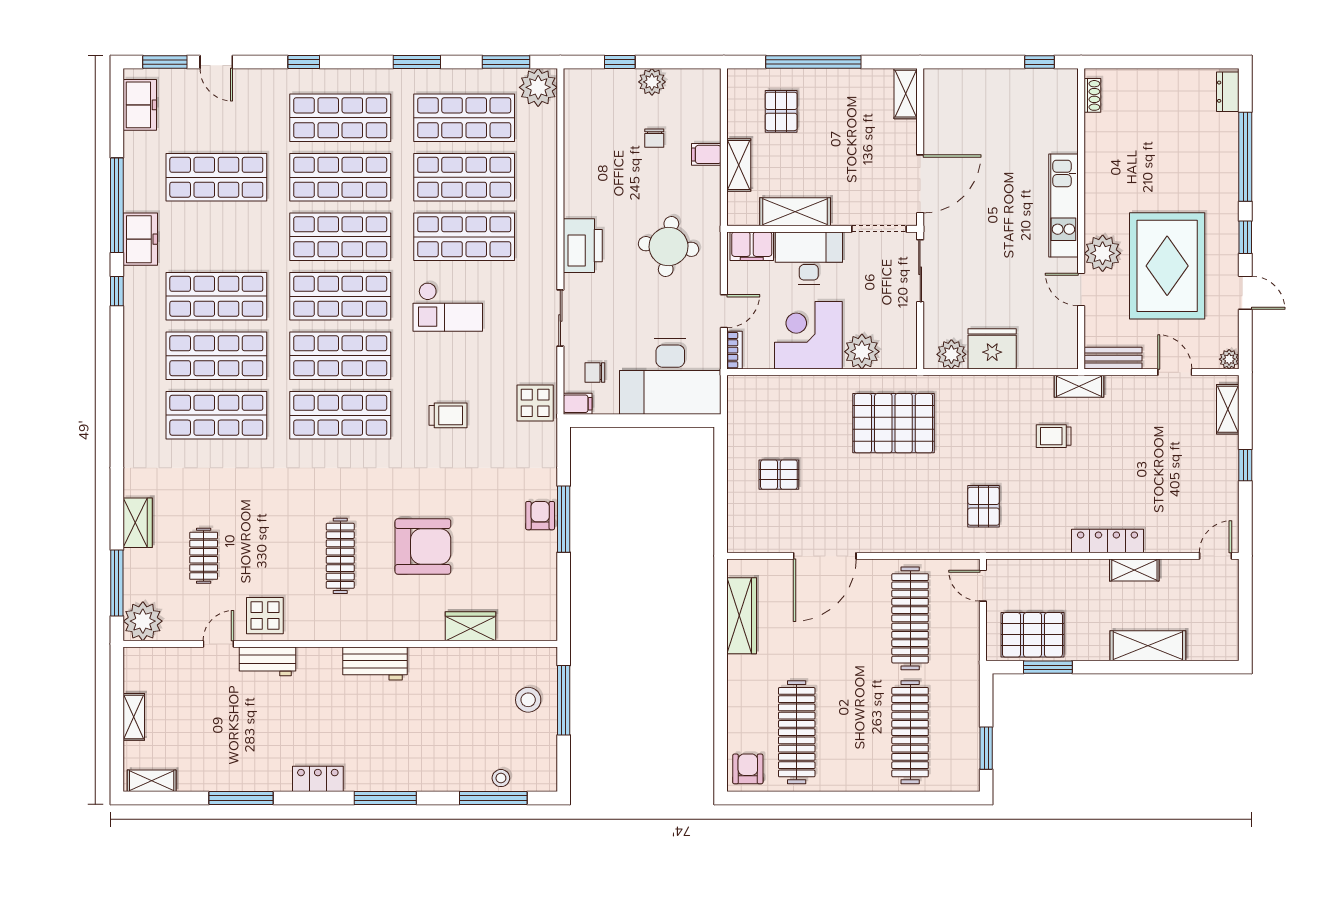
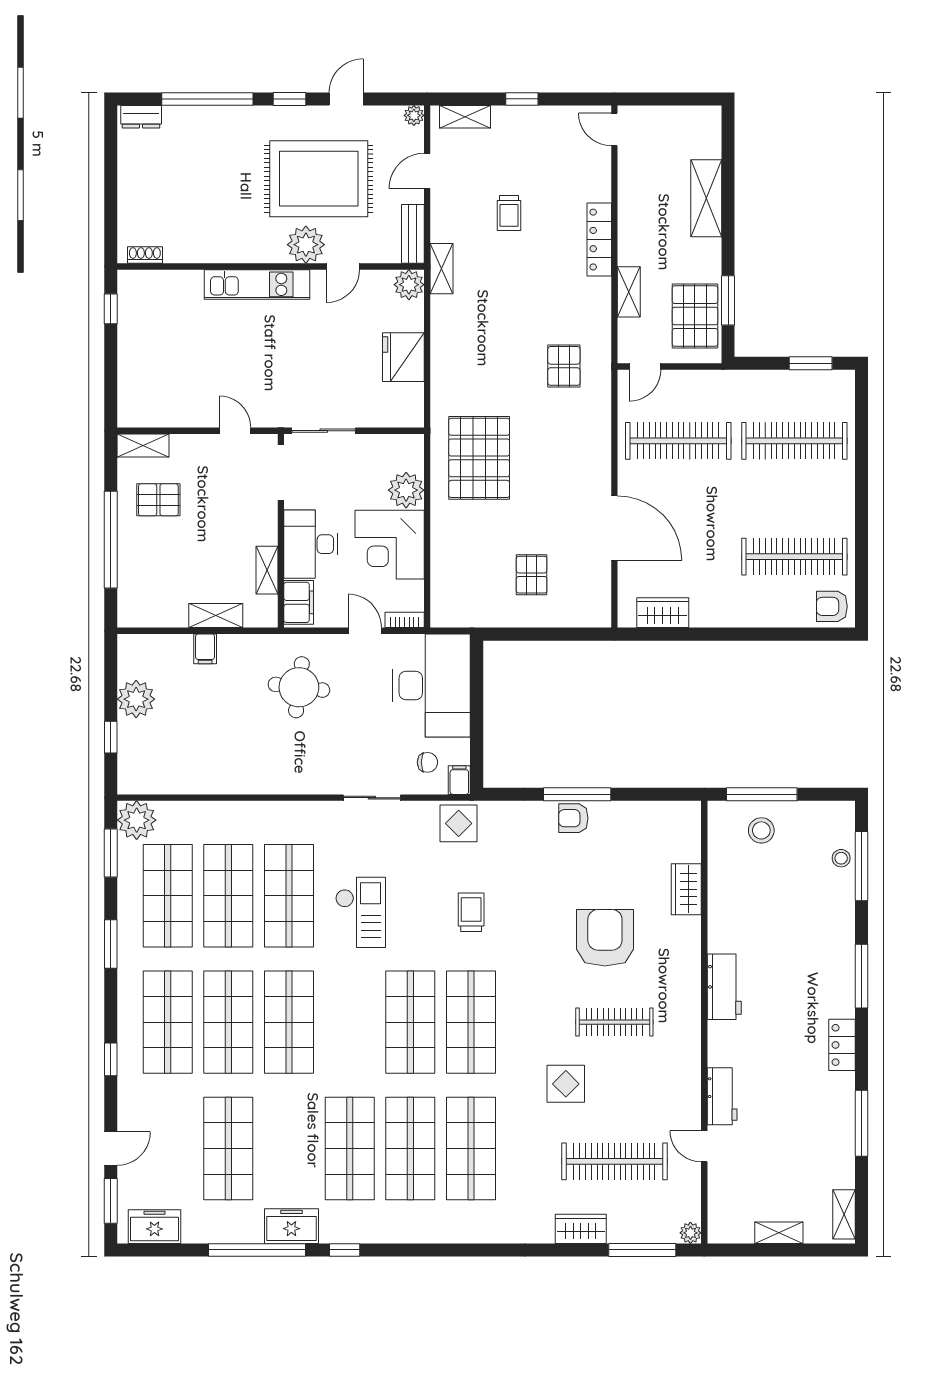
plant: (652, 82) -> (136, 699), width x1.36, depth x1.36
pallet: (781, 111) -> (158, 500), moved
chair: (654, 138) -> (188, 702), removed
door: (920, 184) -> (235, 431), width x0.53
shelving: (795, 212) -> (267, 570), width x0.67, depth x0.75
printer: (583, 246) -> (298, 775), removed
shop shelf: (340, 296) -> (350, 1022), removed
plant: (951, 354) -> (409, 285), moved
chair: (595, 372) -> (427, 762), turned -90
trolley: (1054, 436) -> (509, 213), moved
pallet: (983, 506) -> (564, 366), turned 90
clothes rail: (204, 556) -> (614, 1161), width x1.86, depth x1.31
shelving: (1134, 570) -> (629, 292), moved
display table: (265, 616) -> (566, 1084), moved
wardrobe: (742, 616) -> (663, 613), width x0.67
plant: (143, 621) -> (690, 1233), width x0.53, depth x0.53

